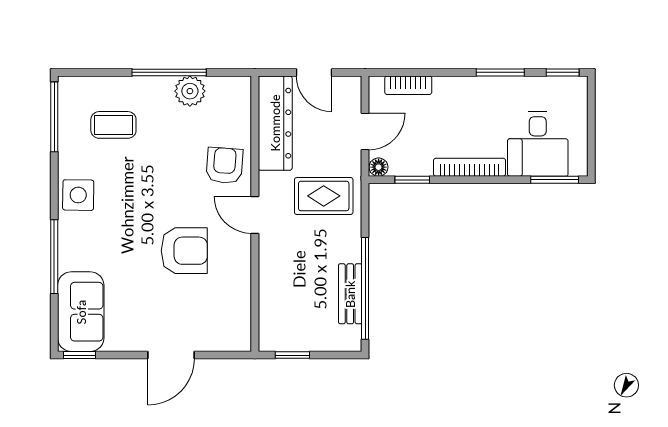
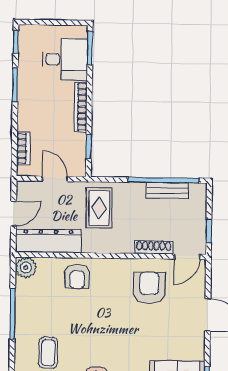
plant: (190, 91) -> (26, 268), moved
armchair: (225, 166) -> (77, 276), turned -94
floor lamp: (379, 167) -> (80, 170), removed
door: (255, 215) -> (187, 257), moved
armchair: (184, 251) -> (149, 288), moved
shoe rack: (268, 276) -> (154, 247), added

